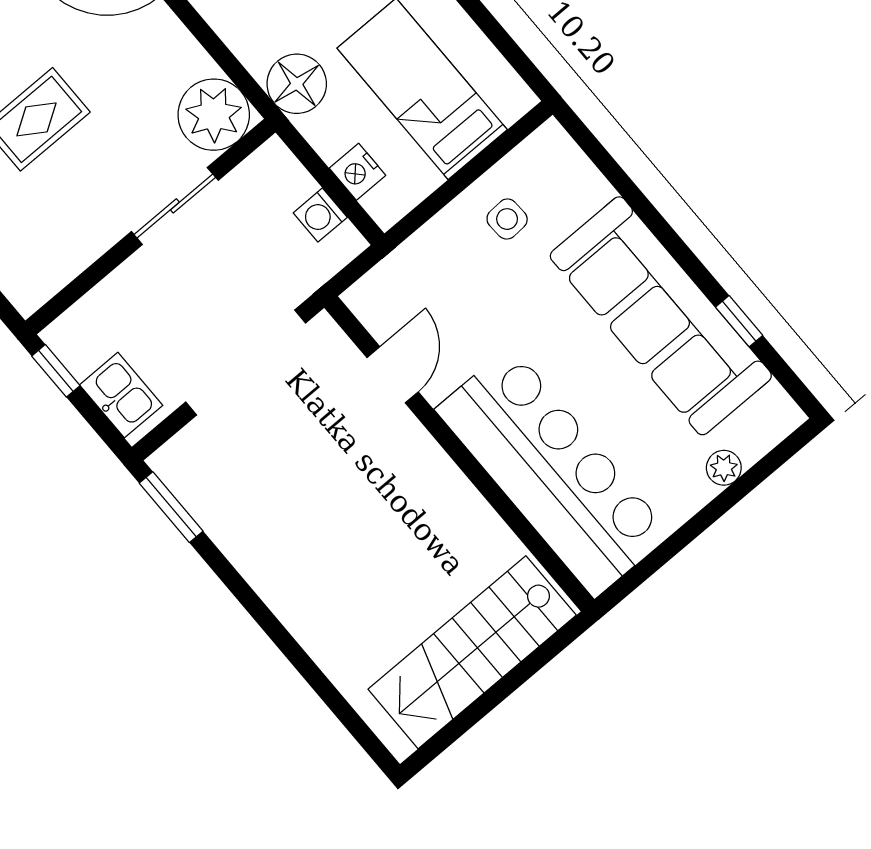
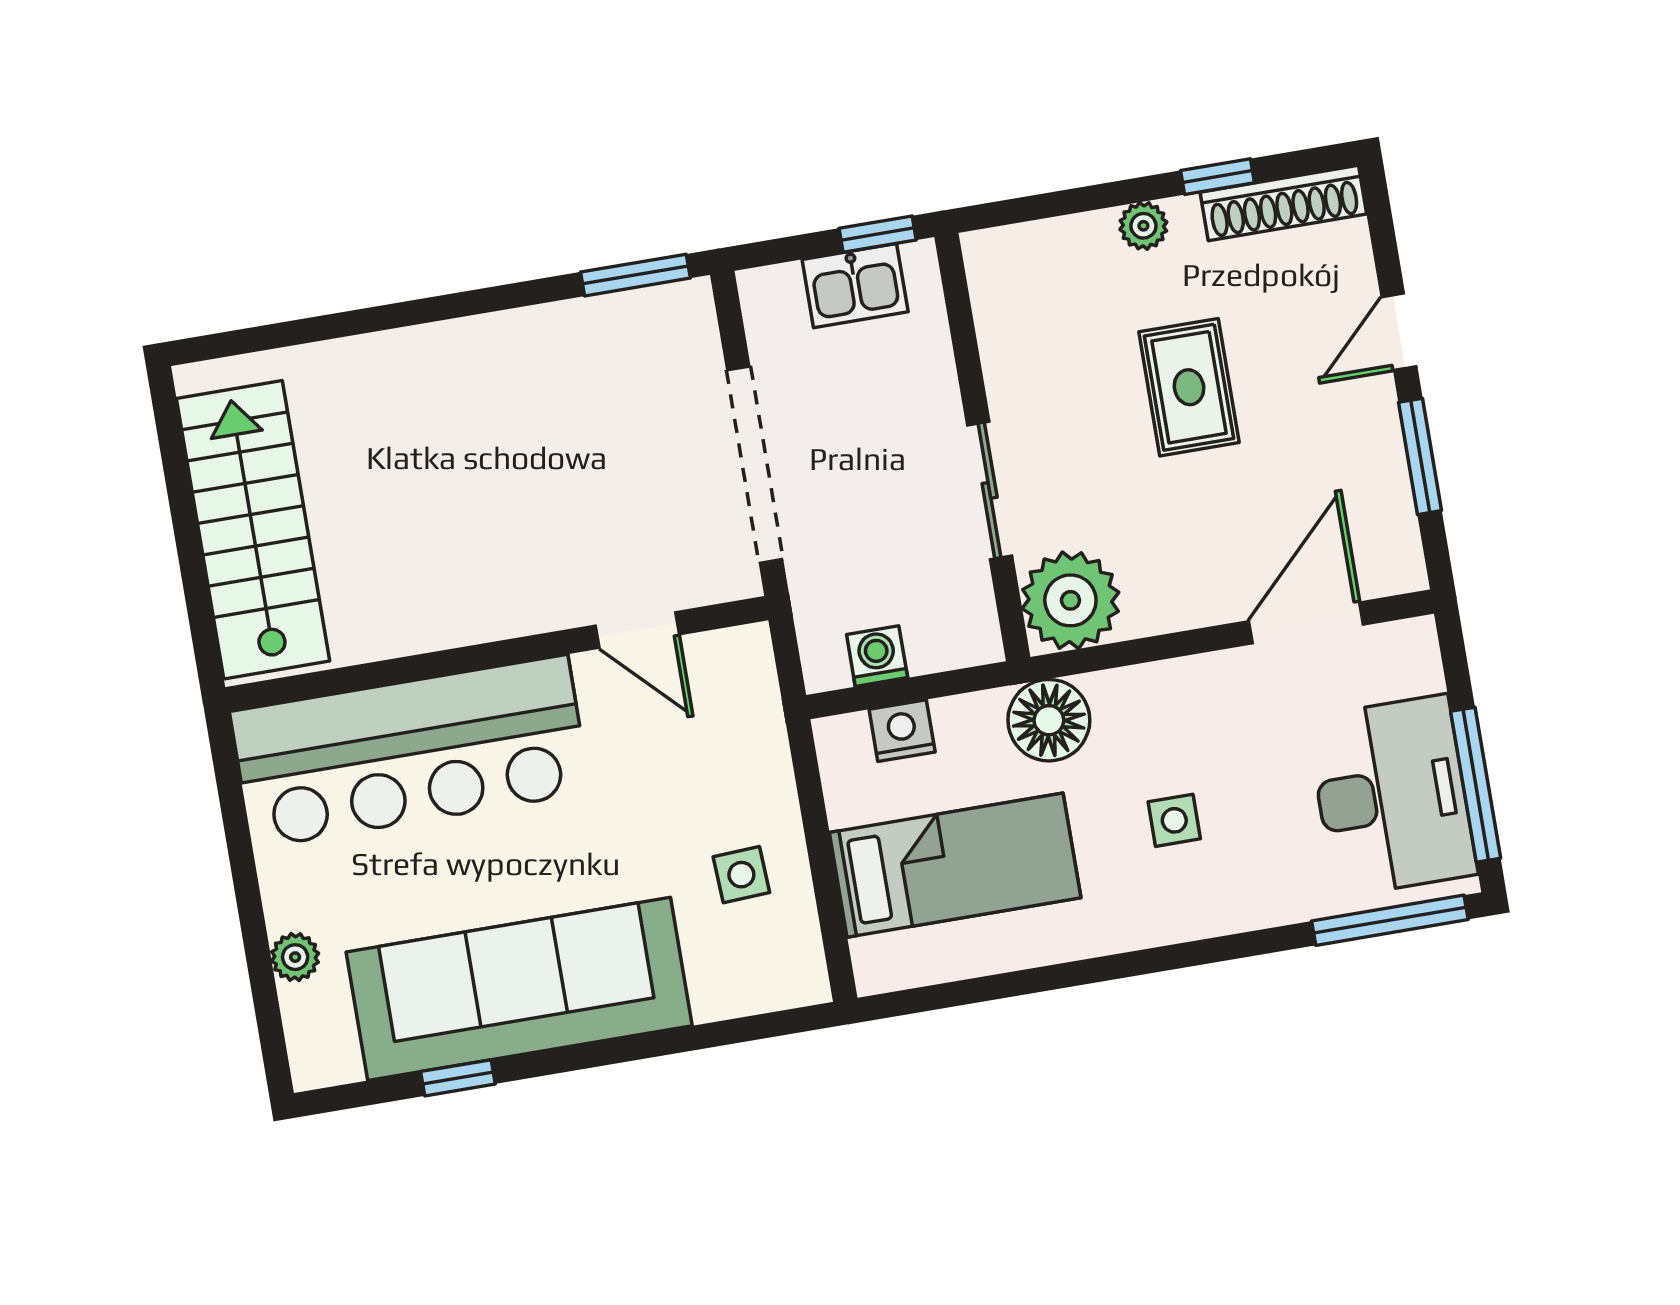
kitchen sink: (121, 395) -> (855, 286), moved

